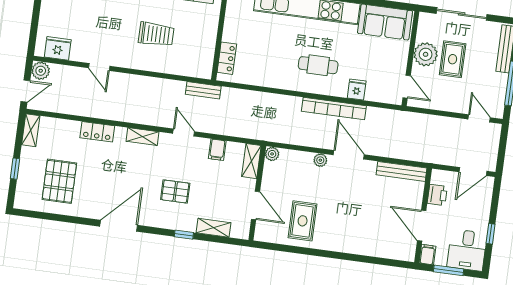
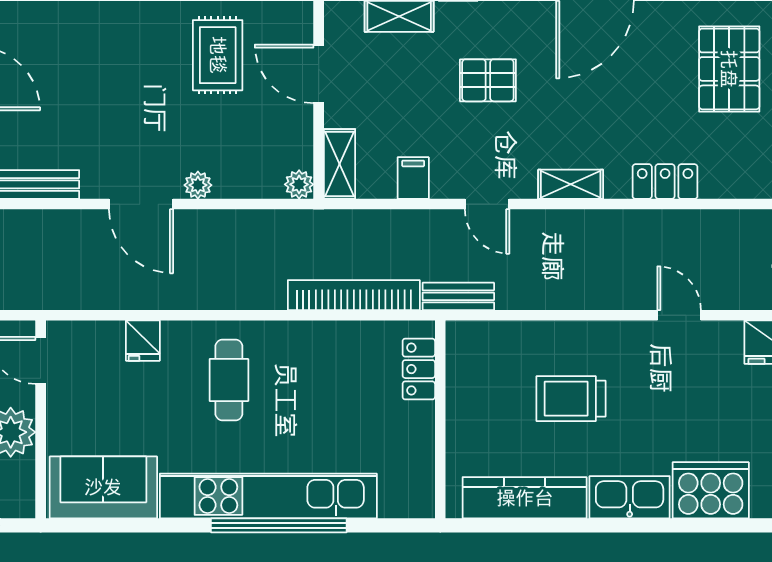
cafe table: (318, 65) -> (229, 380), turned 90
bookcase: (334, 109) -> (354, 295), moved

